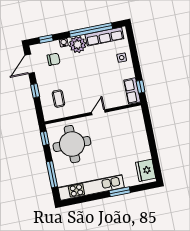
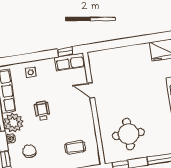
wheelchair: (89, 69) -> (42, 111), added
door: (98, 112) -> (91, 90), moved
round table: (72, 144) -> (128, 134), width x0.73, depth x0.73

